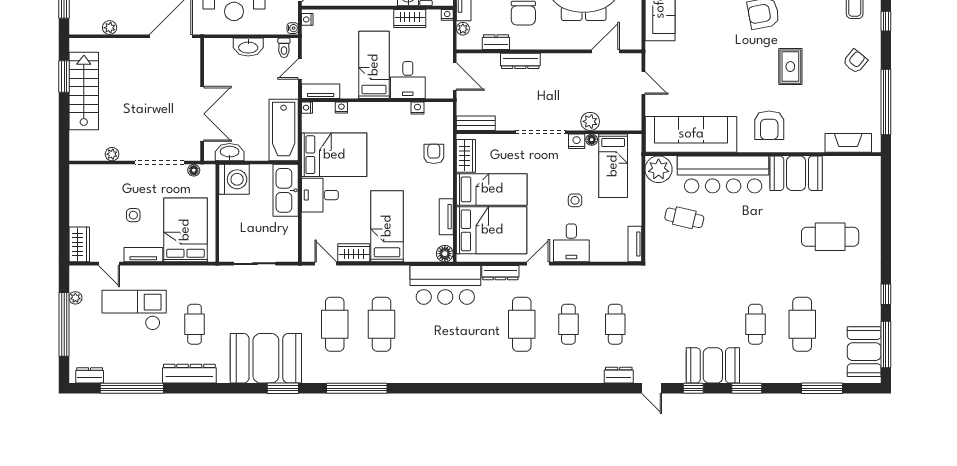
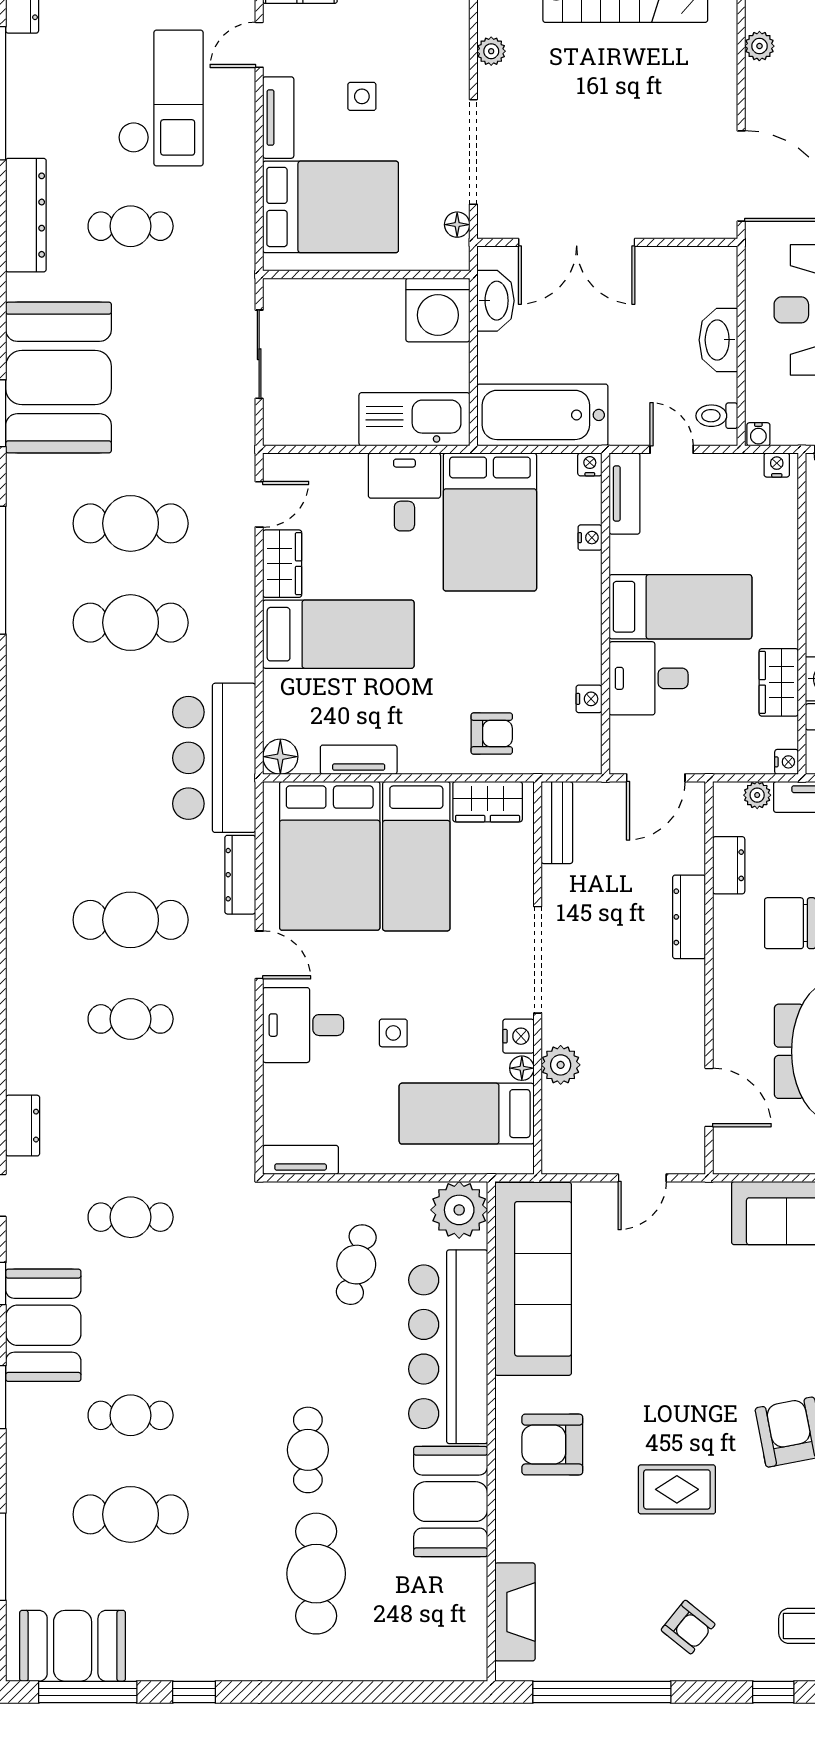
cafe table: (772, 241) -> (308, 1450), added
cafe table: (615, 324) -> (131, 1217), moved

